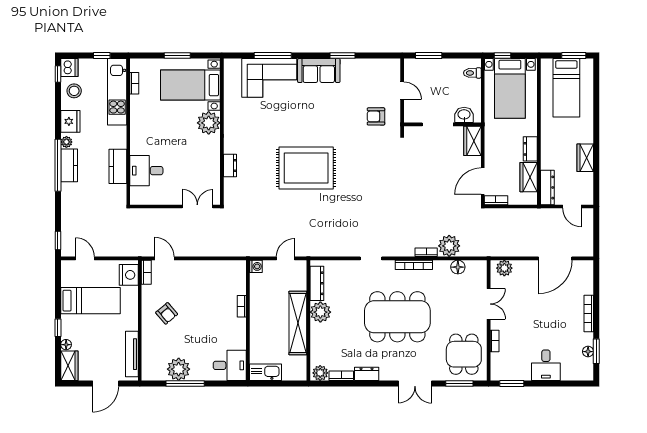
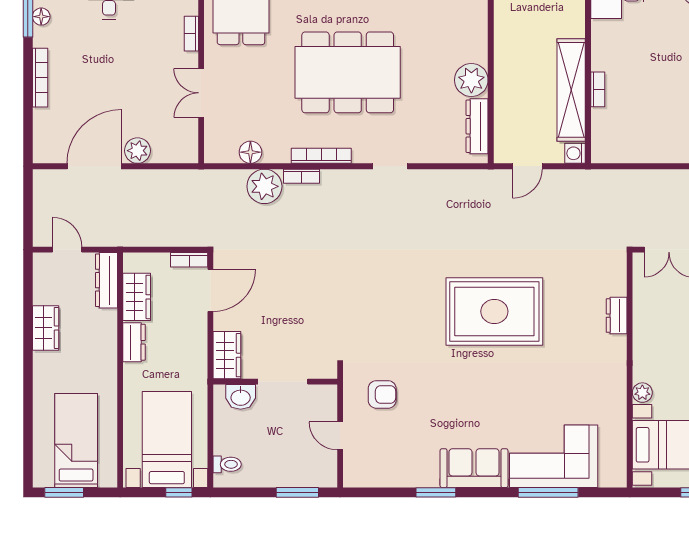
plant: (209, 123) -> (642, 393), width x0.53, depth x0.53
plant: (504, 268) -> (138, 151), moved
shelving: (298, 323) -> (571, 90), moved

